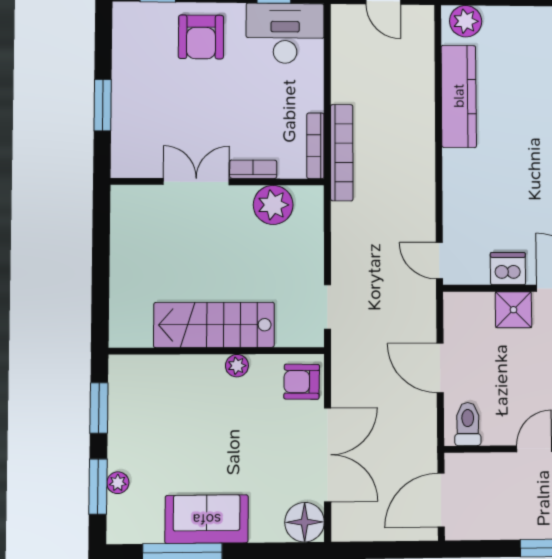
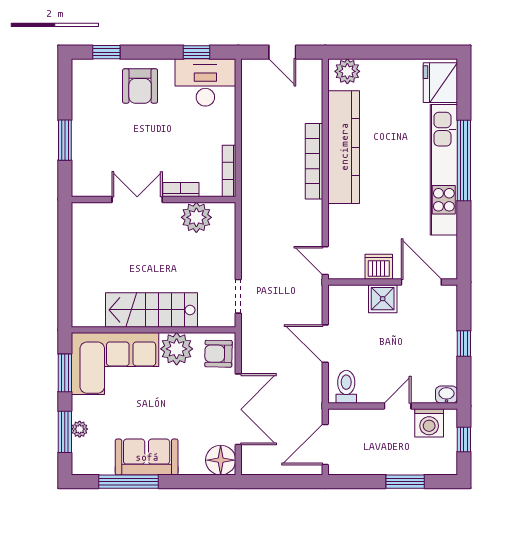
kitchen counter: (459, 96) -> (344, 147), width x1.39, depth x1.17
bookcase: (342, 153) -> (314, 161), moved, turned 180
plant: (237, 366) -> (177, 349), width x1.87, depth x1.87
corner sofa: (166, 395) -> (115, 364), added

